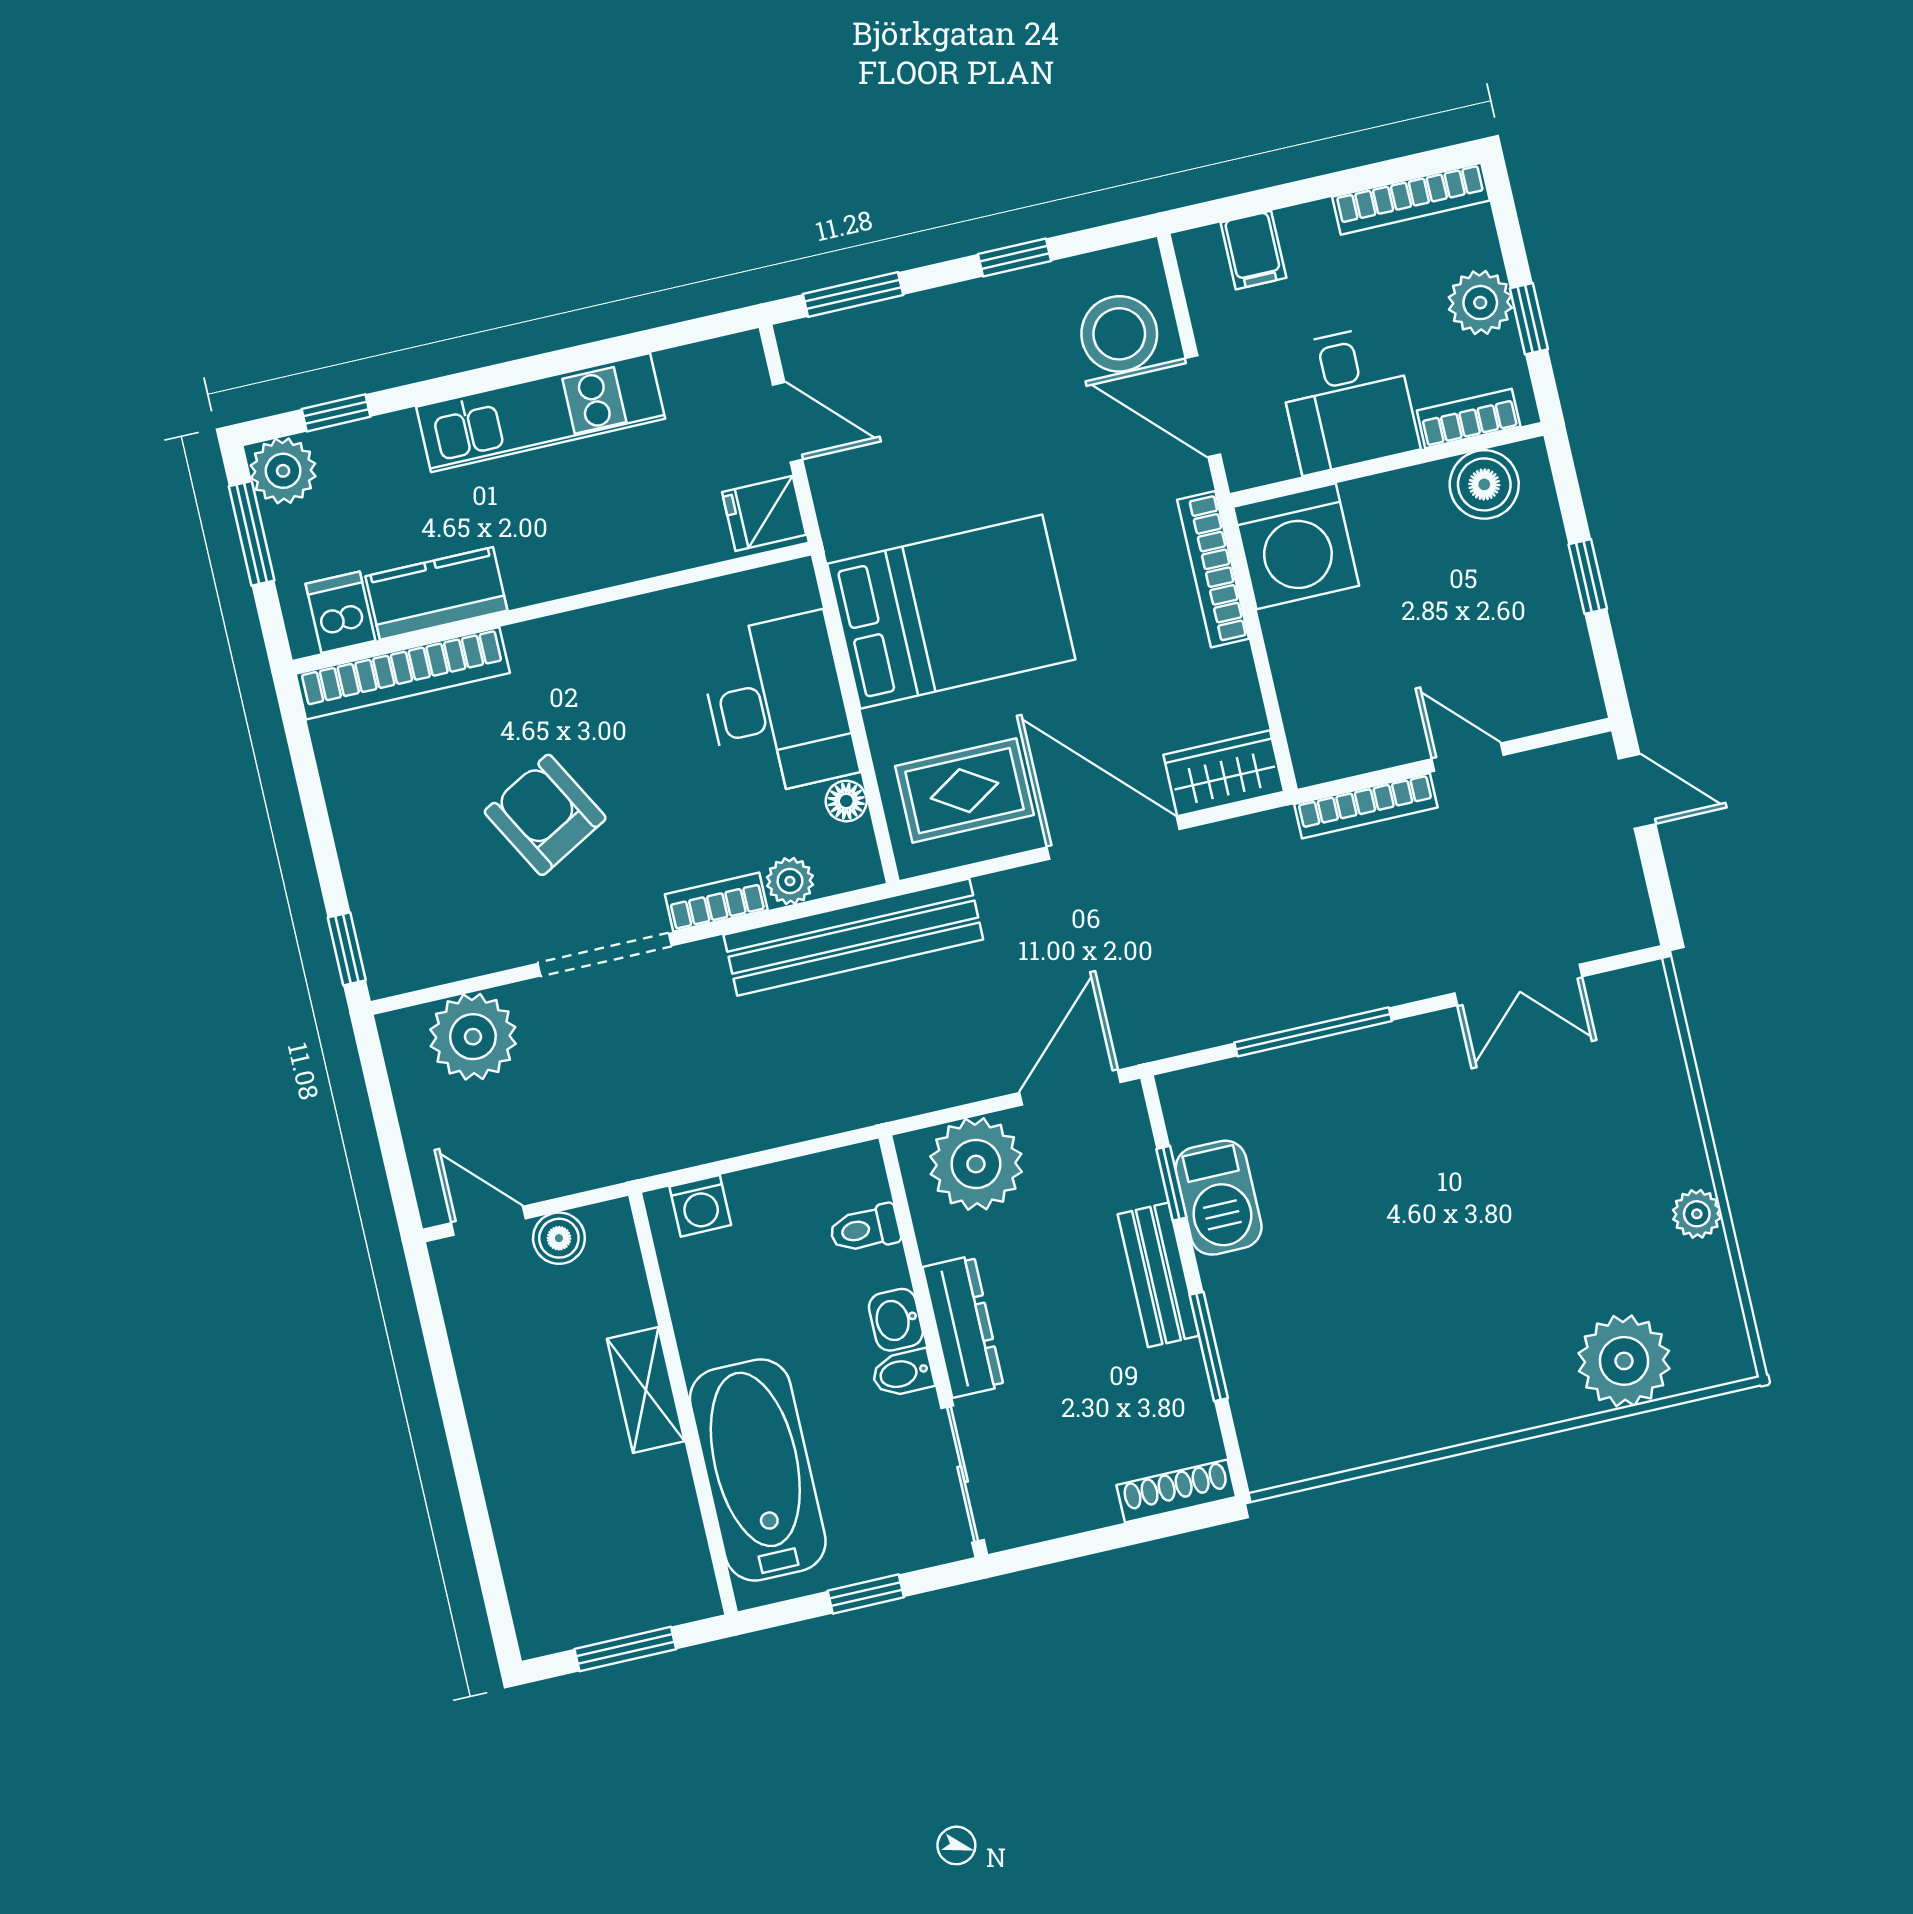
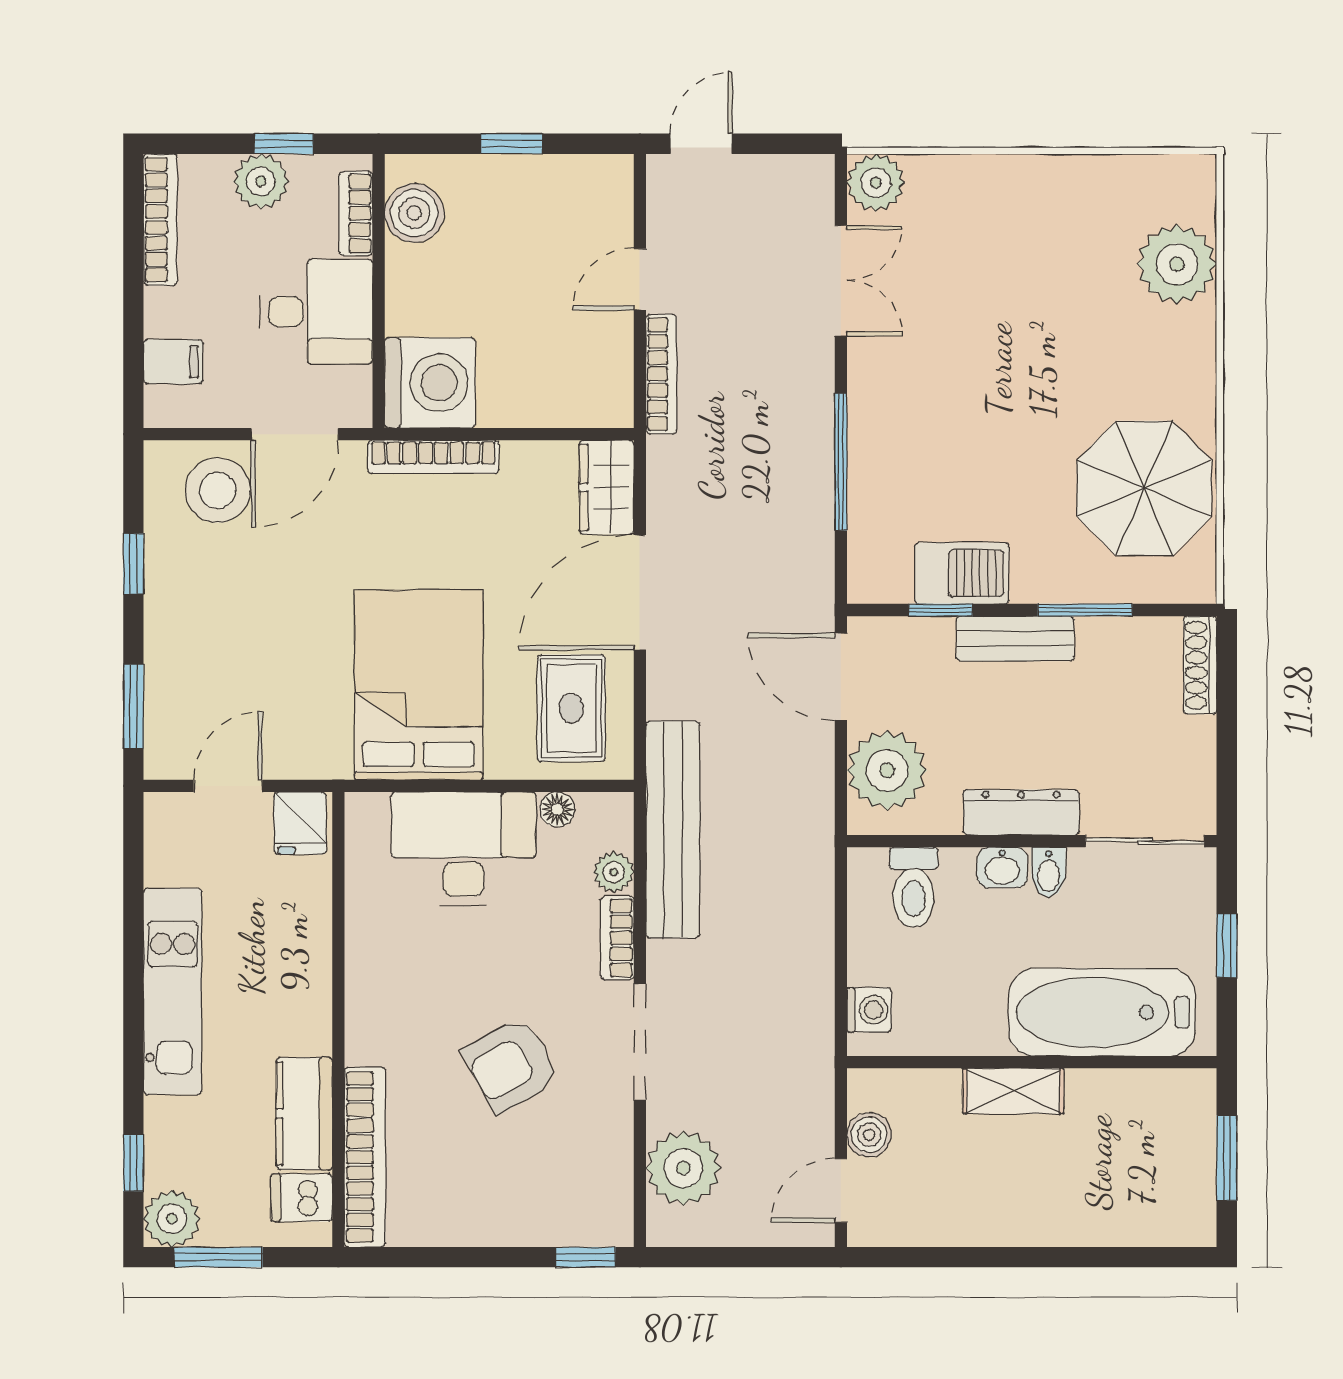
plant: (1697, 1214) -> (876, 183), moved, width x1.38, depth x1.38
toilet: (865, 1229) -> (914, 887), width x1.37, depth x1.39
parasol: (1362, 1382) -> (1144, 488), added

